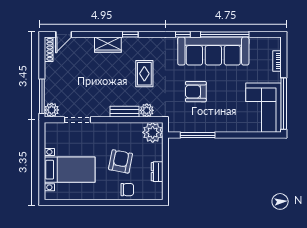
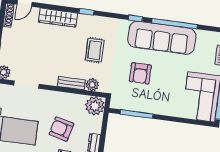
wardrobe: (108, 45) -> (58, 18), width x1.50
armchair: (196, 92) -> (140, 73), turned -90
armchair: (121, 161) -> (61, 129), turned -87

